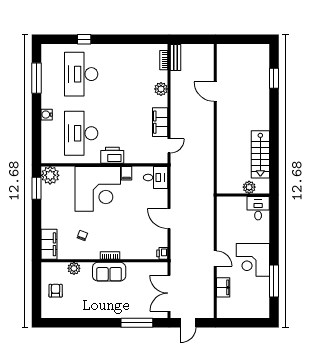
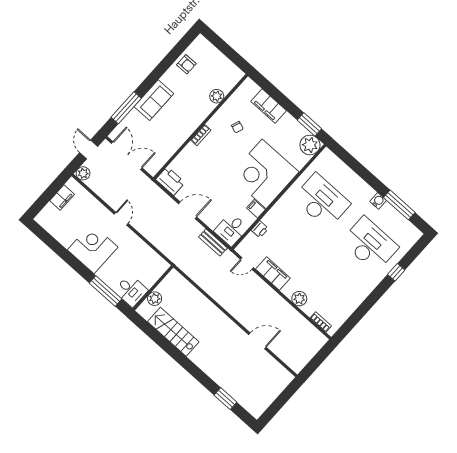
bench: (175, 58) -> (213, 242), moved
water cooler: (47, 115) -> (378, 201), moved
door: (169, 146) -> (247, 263), hinge flipped
printer: (112, 155) -> (260, 229), moved, width x0.53, depth x0.68
filing cabinet: (49, 244) -> (269, 106), moved
printer: (162, 253) -> (170, 181), width x1.87, depth x1.48
door: (215, 259) -> (121, 219), swing flipped
sofa: (109, 272) -> (154, 100), moved, turned 180
window: (274, 281) -> (106, 291), moved
filing cabinet: (223, 287) -> (62, 197), moved, turned -90
armchair: (56, 291) -> (186, 64), moved
plant: (208, 312) -> (83, 173), added

